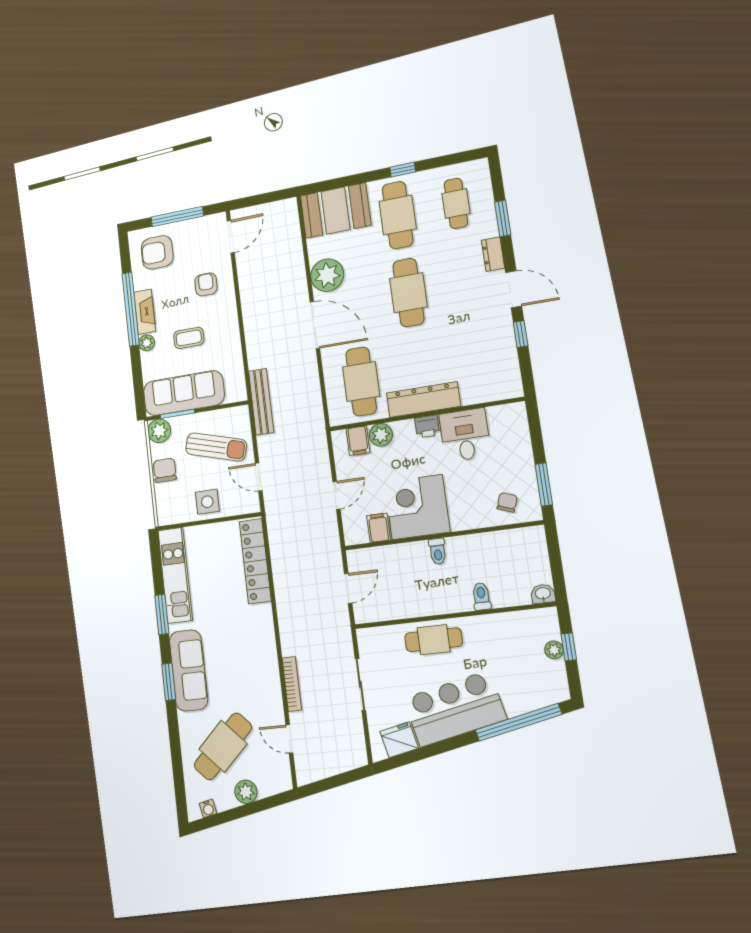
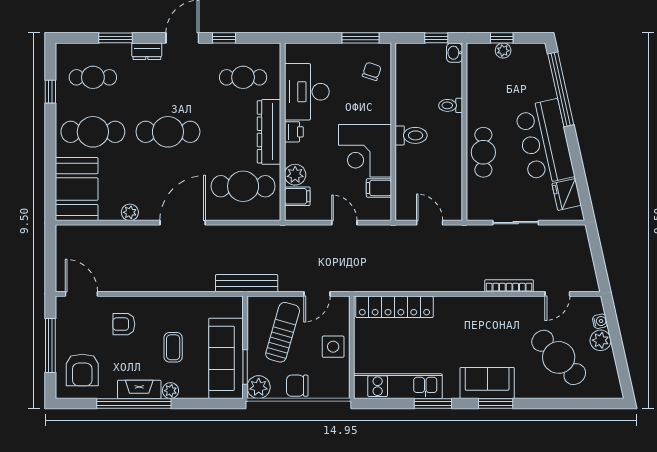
window: (403, 170) -> (50, 92), moved
plant: (327, 275) -> (130, 212), width x0.53, depth x0.53
cafe table: (479, 362) -> (243, 77), added
desk: (465, 435) -> (307, 92), width x1.37
chair: (507, 502) -> (372, 71), turned 88
toilet: (438, 551) -> (411, 135), width x1.37, depth x1.39
window: (557, 571) -> (436, 38), added
sofa: (188, 670) -> (487, 383), width x0.73
water cooler: (208, 808) -> (600, 321), moved

